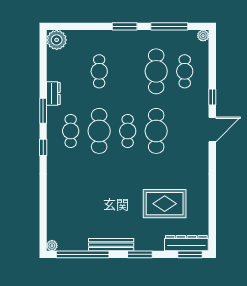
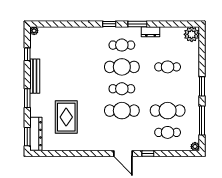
window: (83, 254) -> (27, 54), width x0.32

